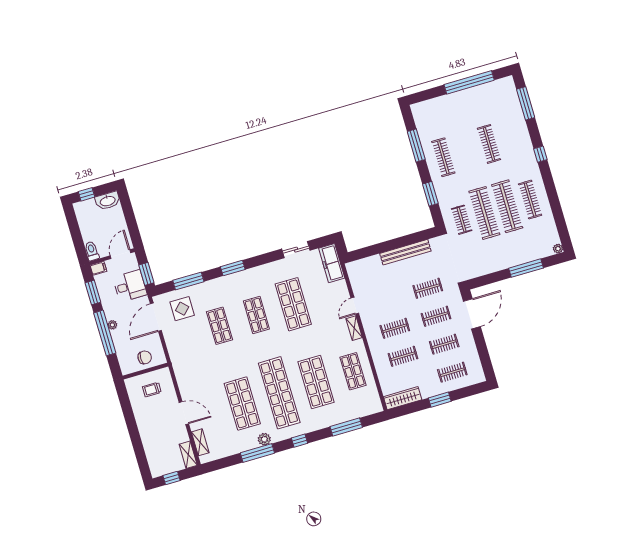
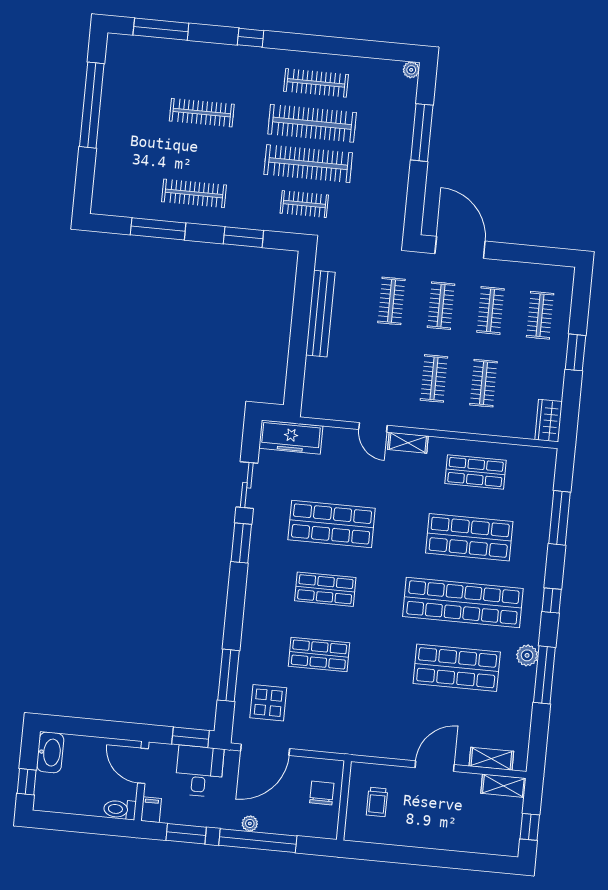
window: (233, 268) -> (241, 543), moved
door: (156, 317) -> (265, 750), hinge flipped
wardrobe: (403, 398) -> (549, 421), width x0.67

